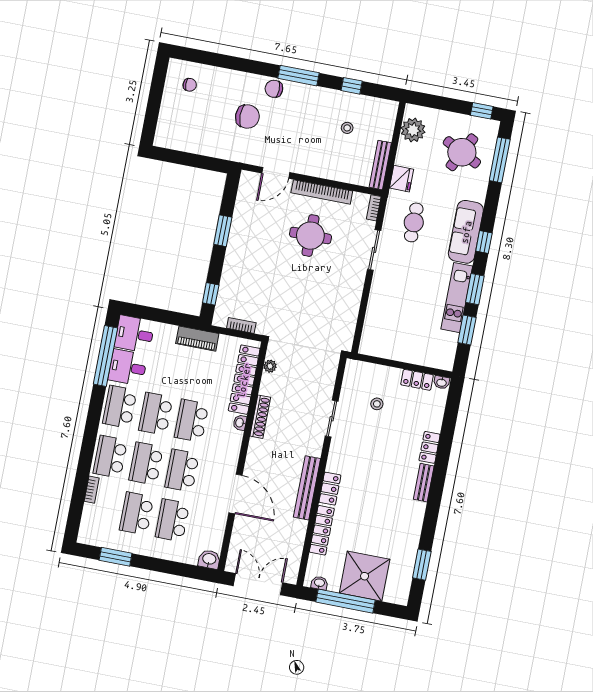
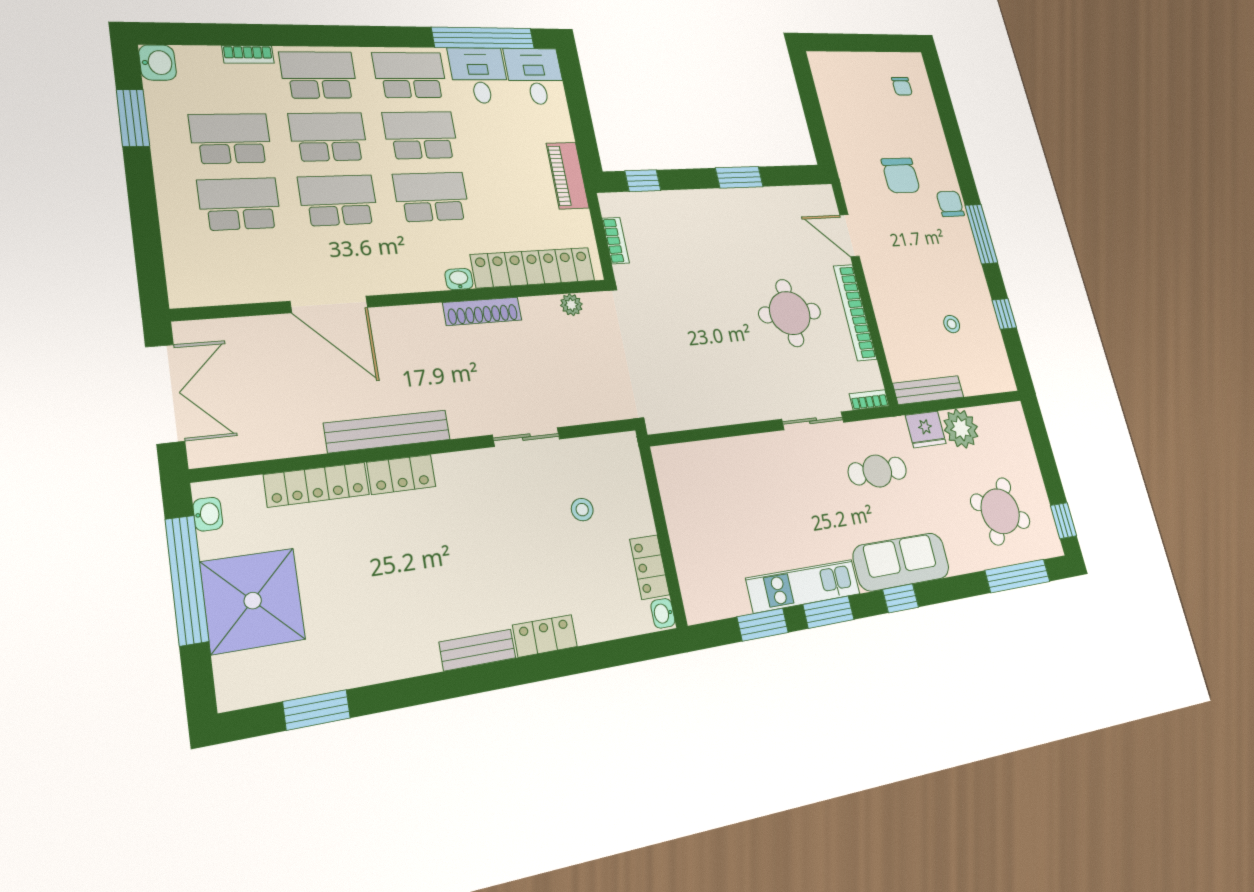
plant: (413, 130) -> (961, 429), moved
door: (235, 494) -> (329, 304), hinge flipped
washbasin: (209, 559) -> (158, 63), moved

